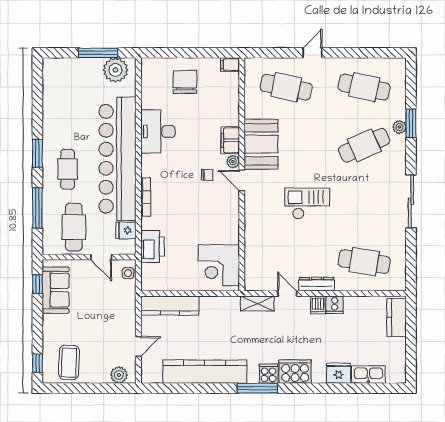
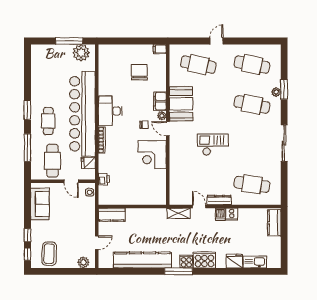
chair: (185, 82) -> (139, 72), moved
desk: (158, 132) -> (110, 111), moved
cafe table: (364, 145) -> (252, 105), turned 36
printer: (152, 246) -> (104, 179), width x0.53, depth x0.68
corner desk: (219, 265) -> (152, 155), moved
window: (37, 284) -> (27, 235), moved
kitchen counter: (170, 306) -> (112, 215), width x0.67

